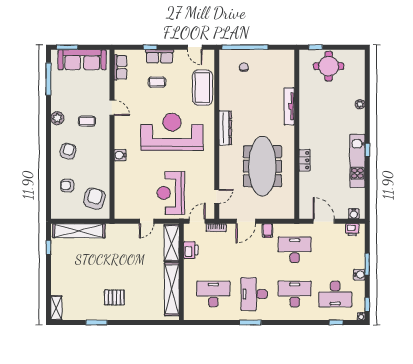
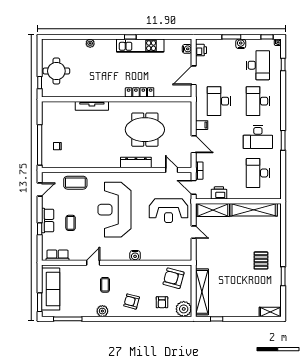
coffee table: (202, 88) -> (75, 183), width x0.73, depth x0.76
dresser: (225, 128) -> (136, 163), moved
locker: (305, 160) -> (140, 92), width x1.53
meeting table: (262, 166) -> (145, 130), width x0.73
plant: (60, 210) -> (184, 309), added

